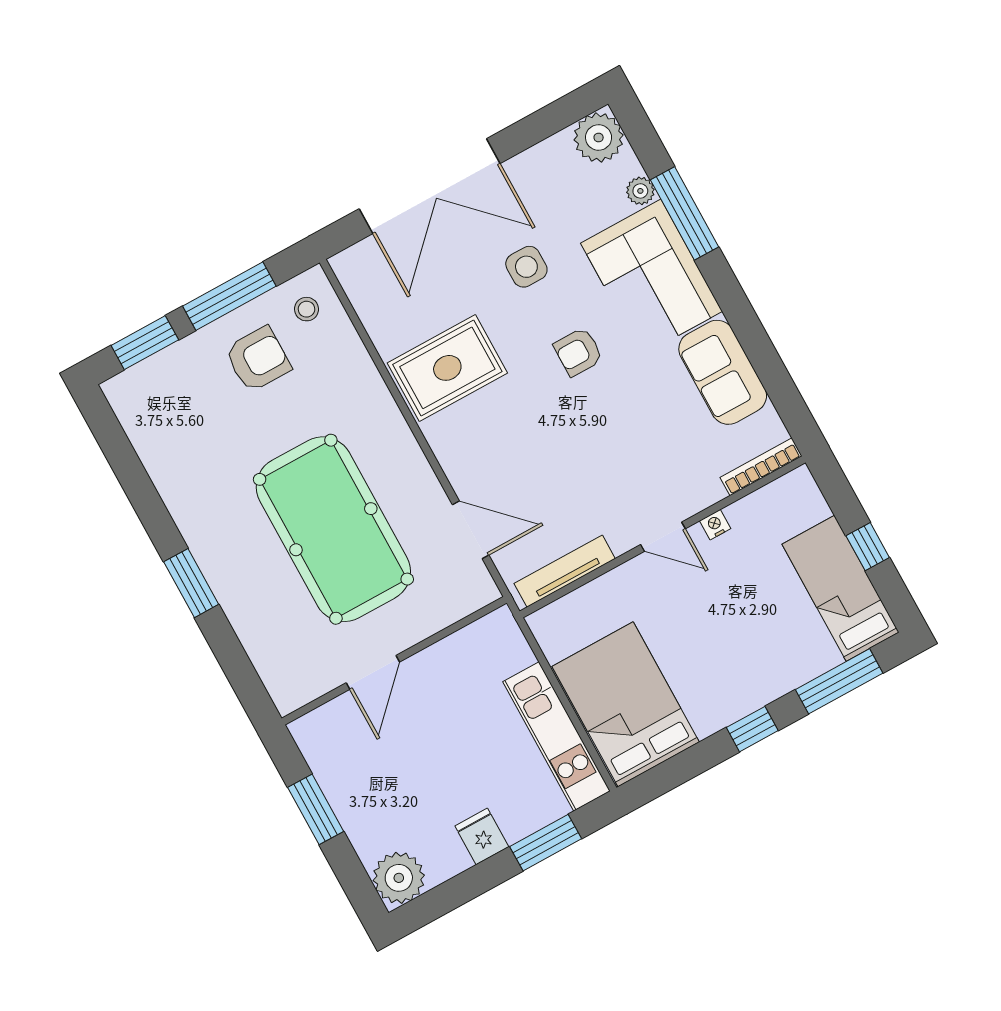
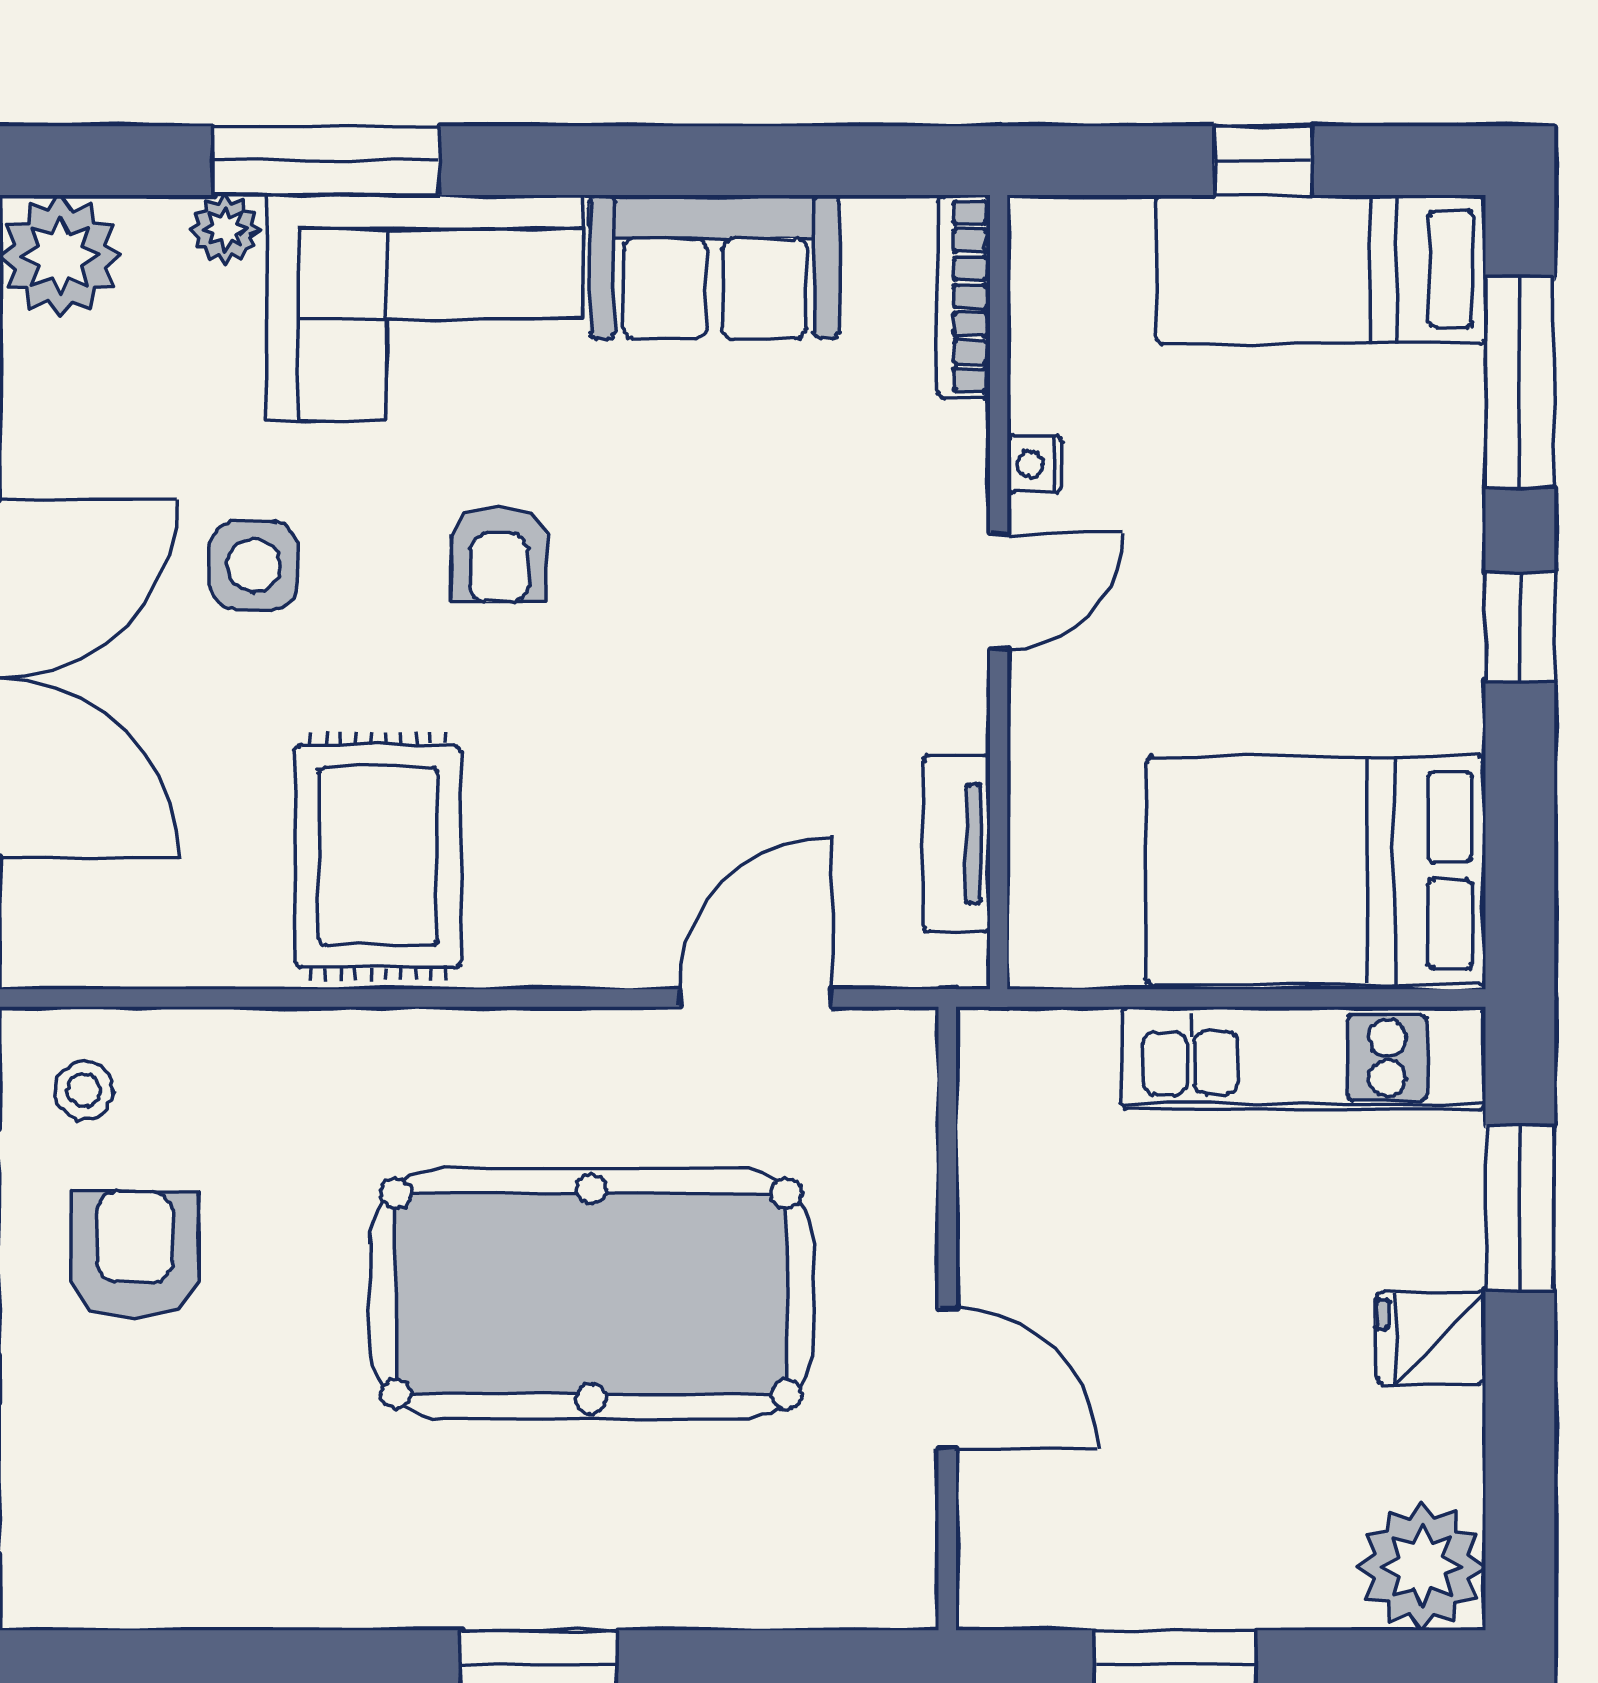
tv unit: (565, 571) -> (956, 844), width x0.71

